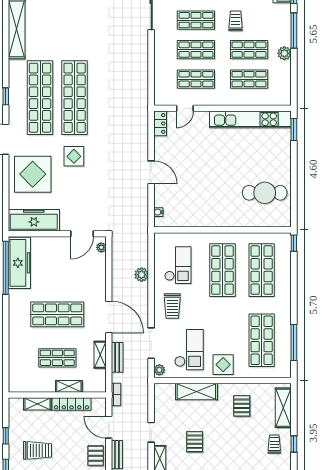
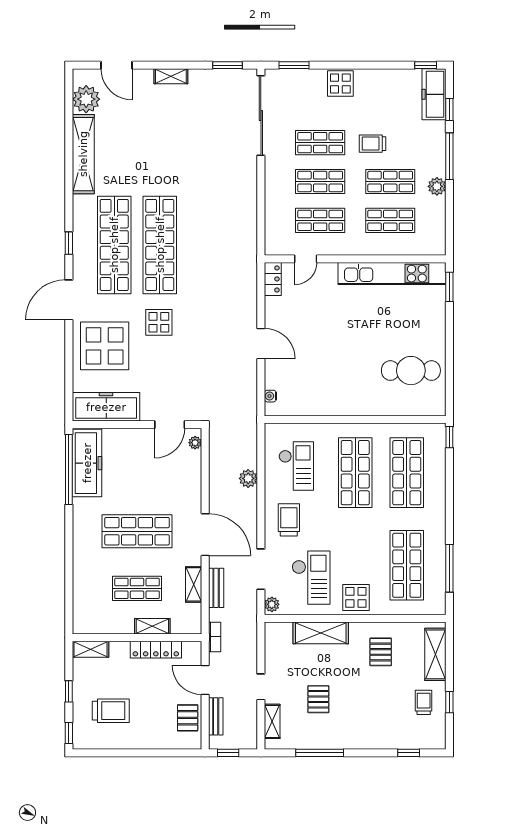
trolley: (236, 21) -> (373, 144), turned -90
trolley: (172, 306) -> (289, 520), turned 180
shelving: (37, 404) -> (91, 649), moved

